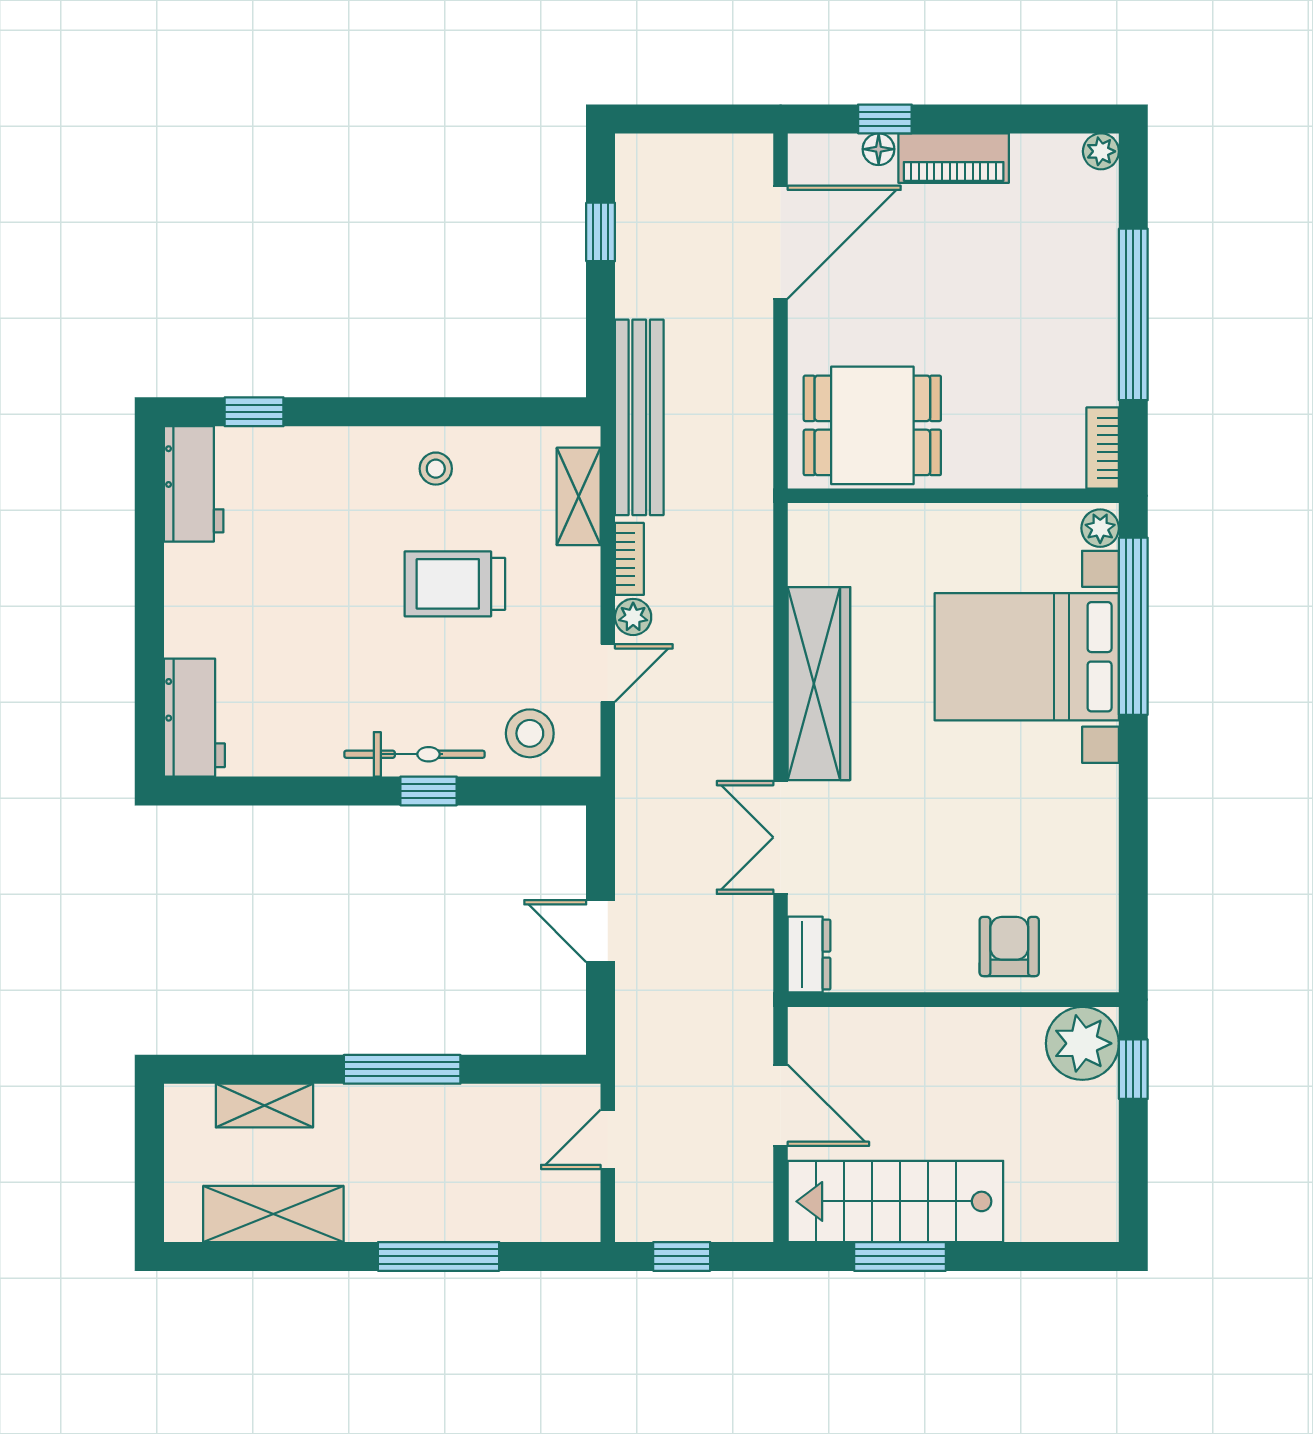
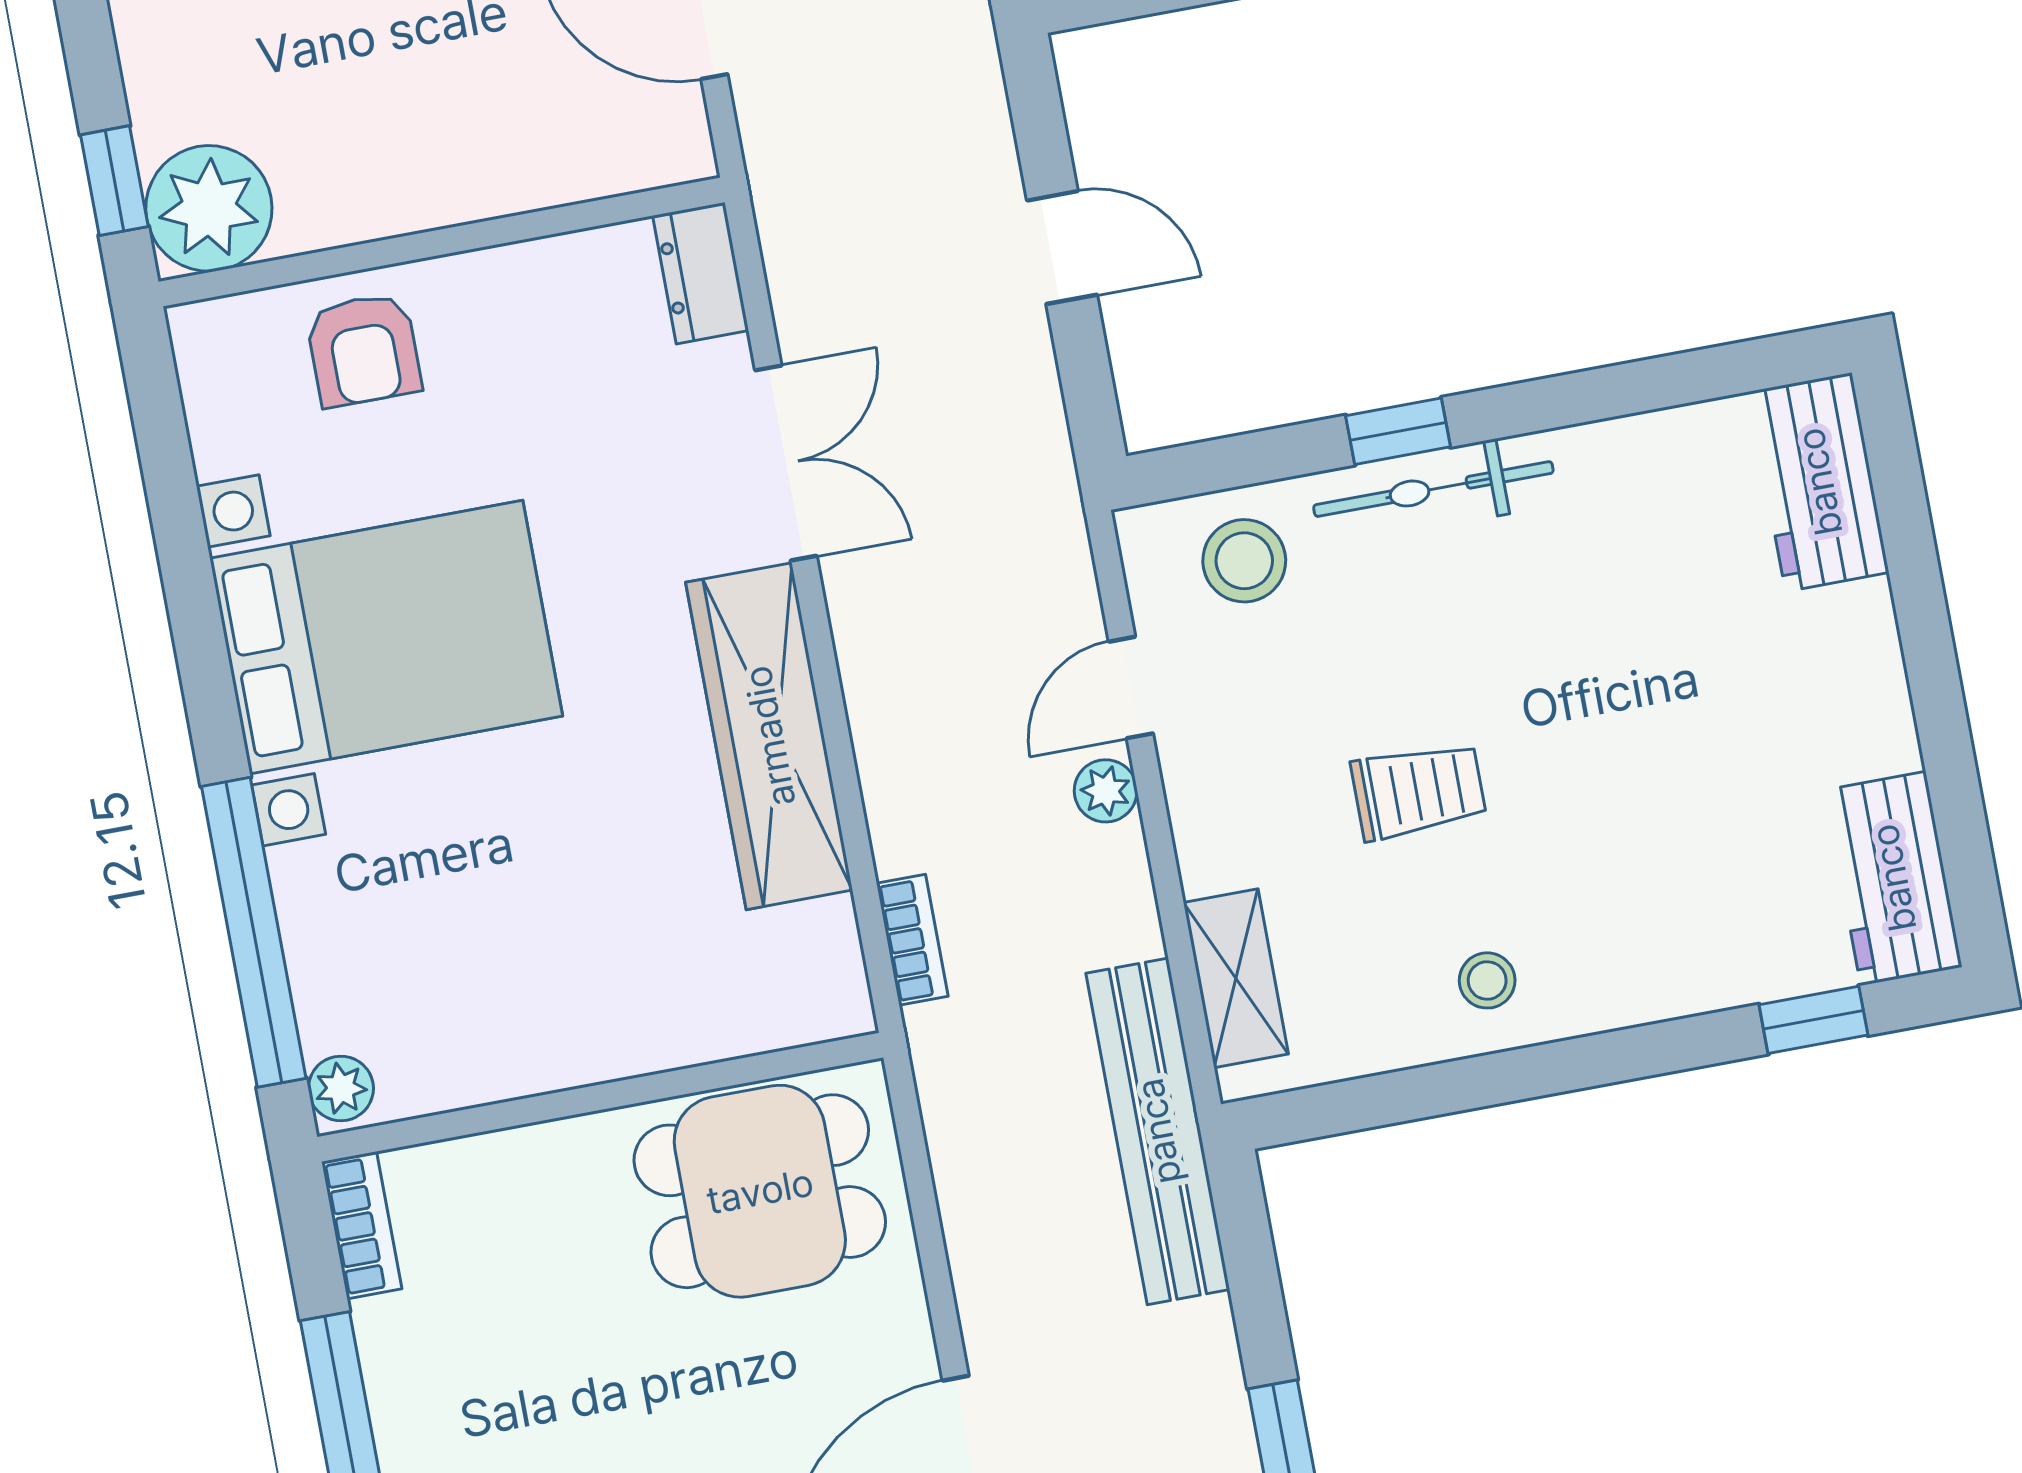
bookcase: (629, 559) -> (912, 940), moved, turned 180
trolley: (455, 584) -> (1418, 791), width x0.73, depth x0.72
bed with nightstands: (1027, 657) -> (386, 637), moved

